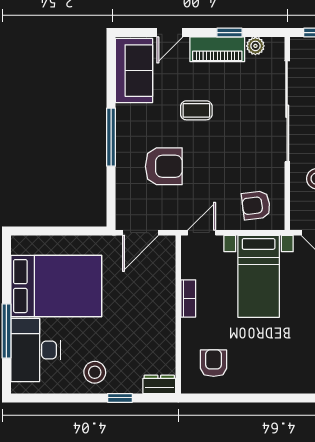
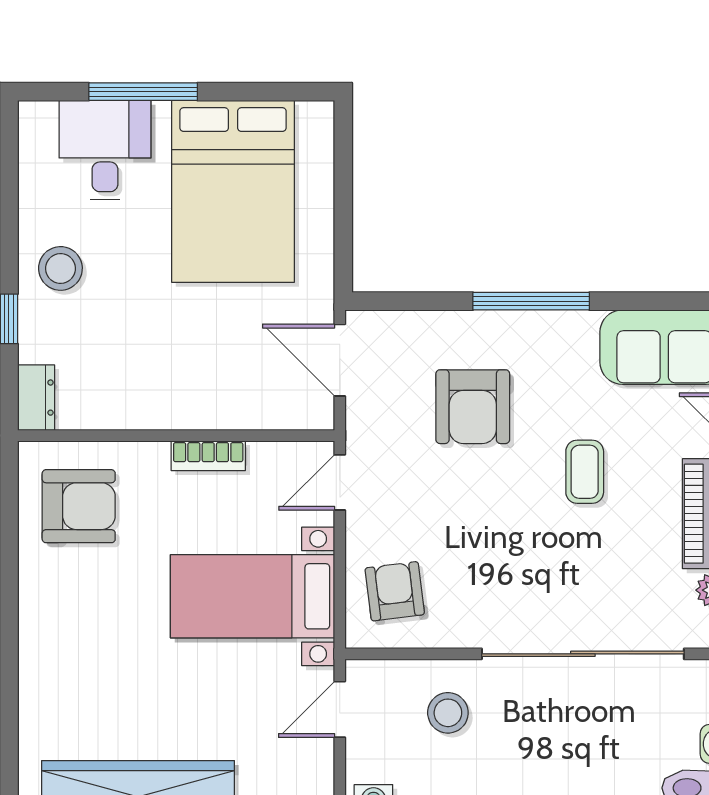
door: (202, 233) -> (340, 482), swing flipped
desk: (36, 350) -> (105, 150), width x0.73
armchair: (214, 363) -> (79, 506), width x1.38, depth x1.38

